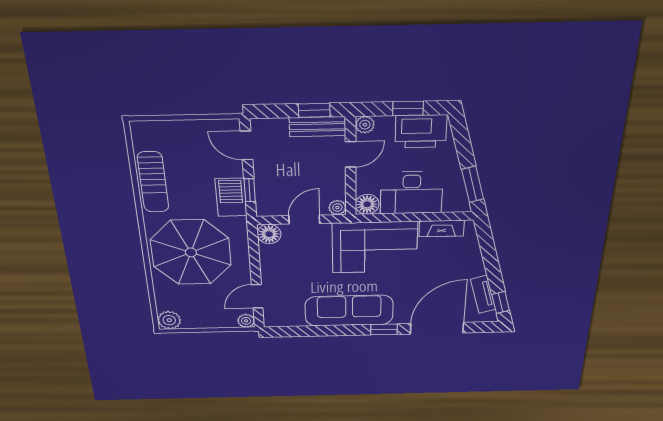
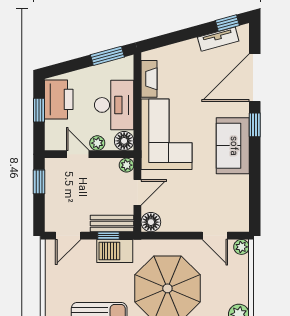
plant: (365, 125) -> (97, 143), moved
bench: (318, 127) -> (112, 223), moved, turned 90
door: (304, 220) -> (137, 192), swing flipped
sofa: (349, 311) -> (233, 146), width x0.73
door: (437, 328) -> (255, 78), hinge flipped

